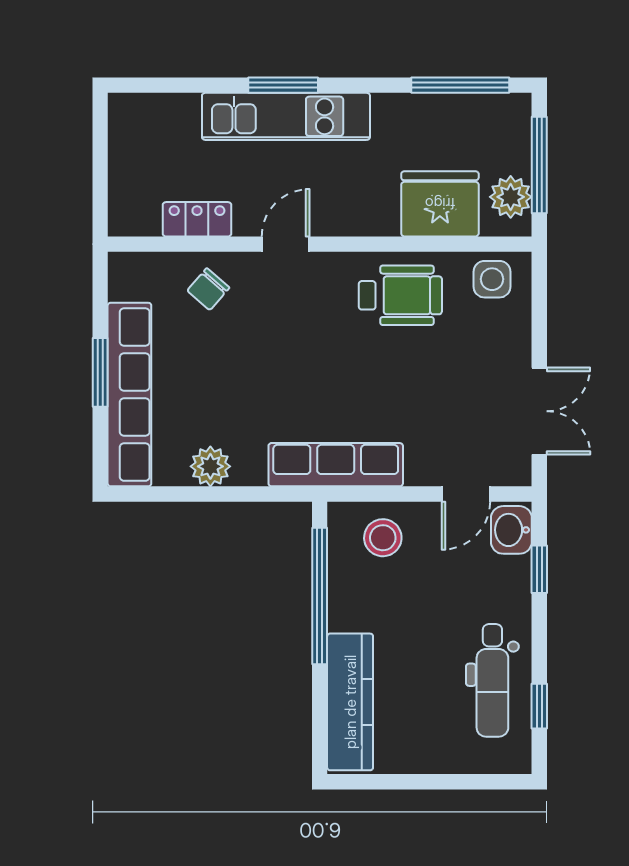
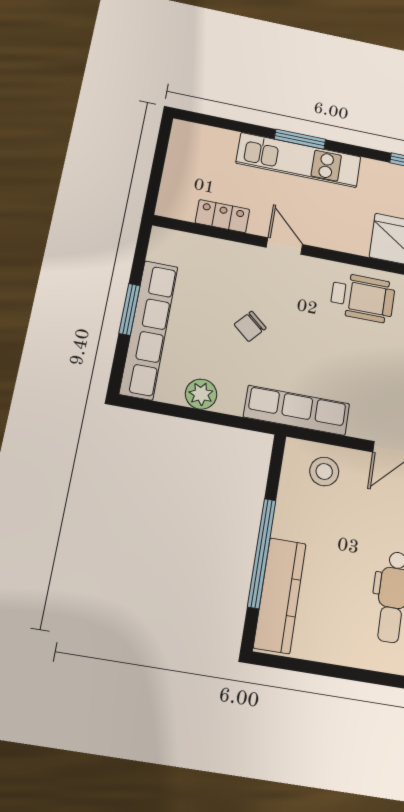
door: (286, 244) -> (284, 246), hinge flipped
chair: (208, 289) -> (250, 326), moved
window: (320, 596) -> (262, 553), moved

